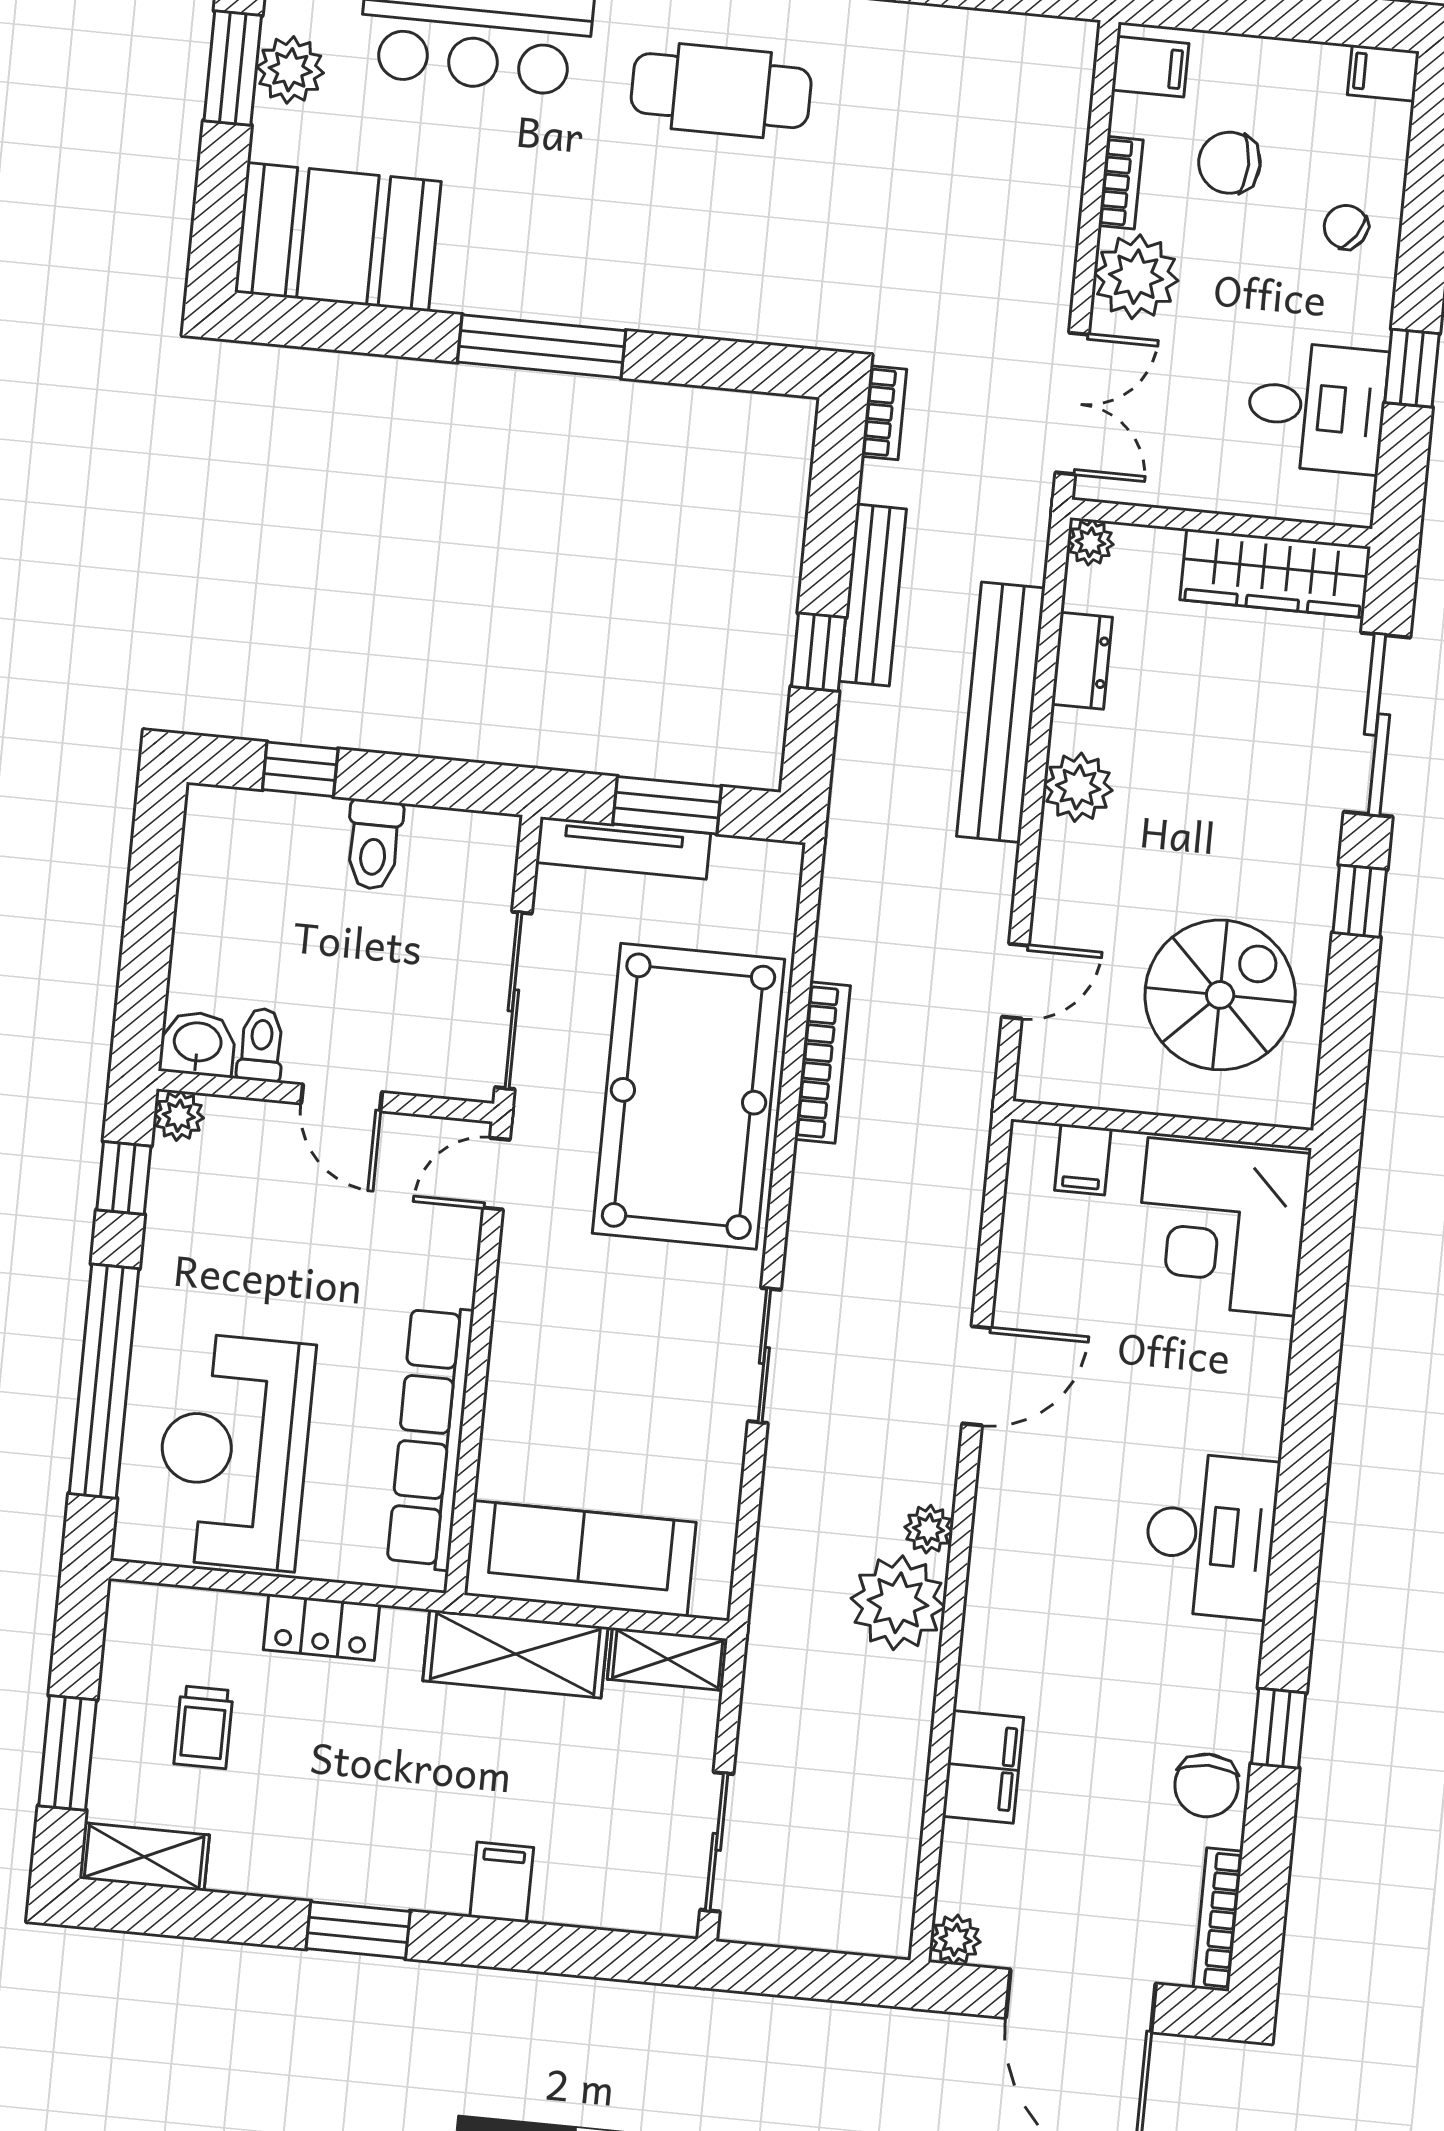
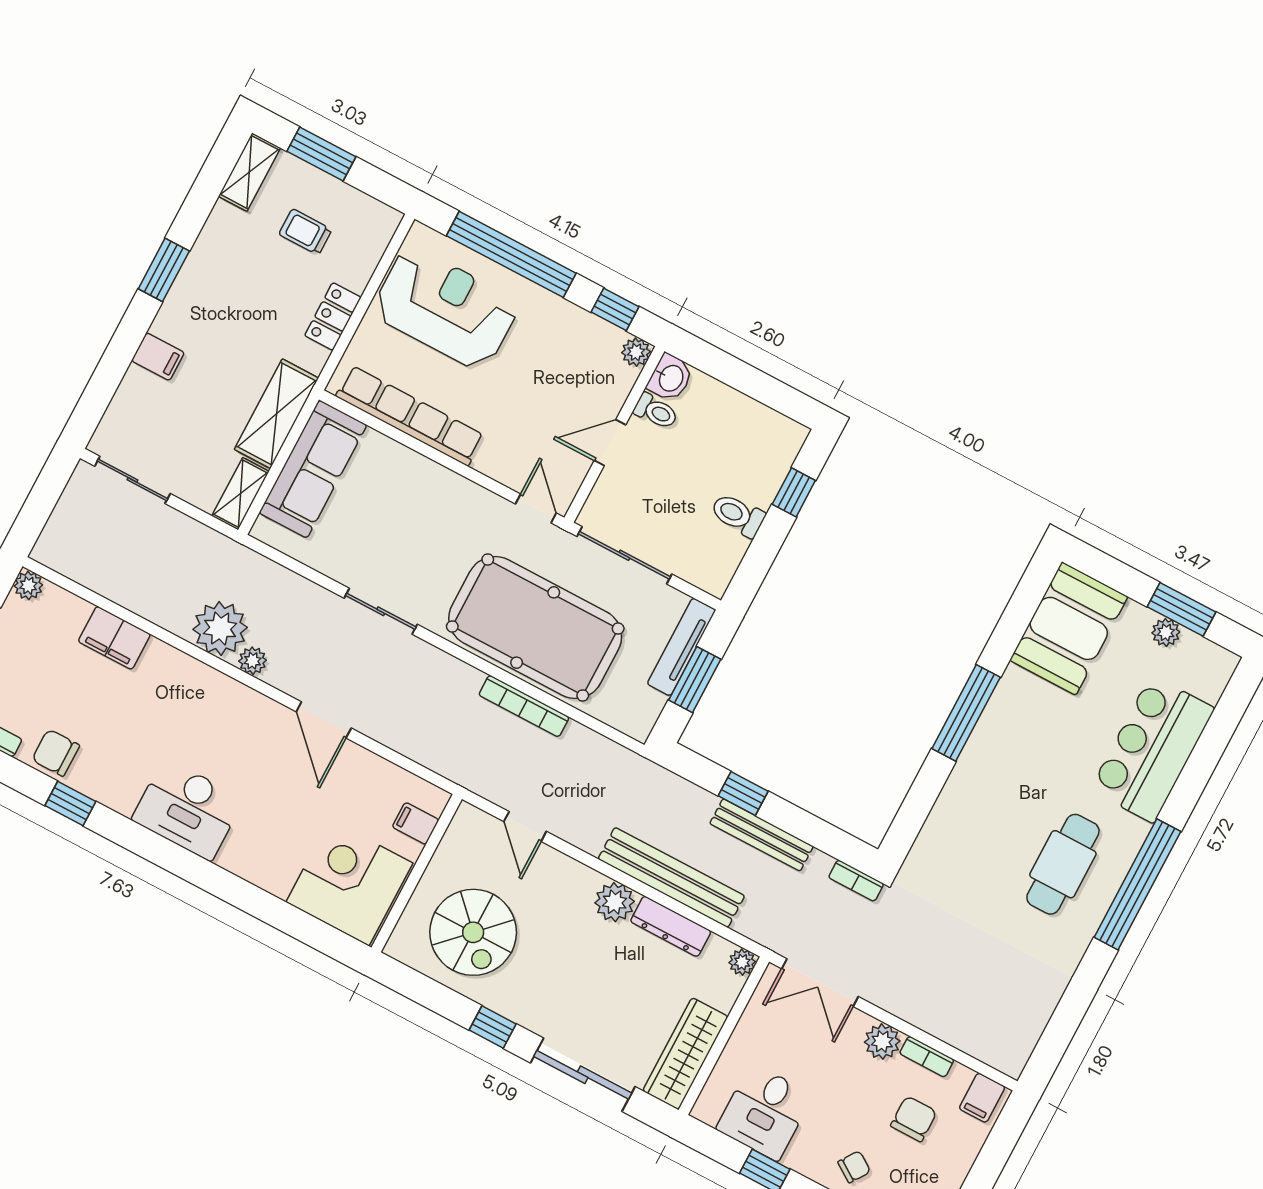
plant: (290, 70) -> (1166, 632), width x0.73, depth x0.73
plant: (1136, 277) -> (882, 1042), width x0.73, depth x0.73
dresser: (1082, 661) -> (671, 926), width x1.44

